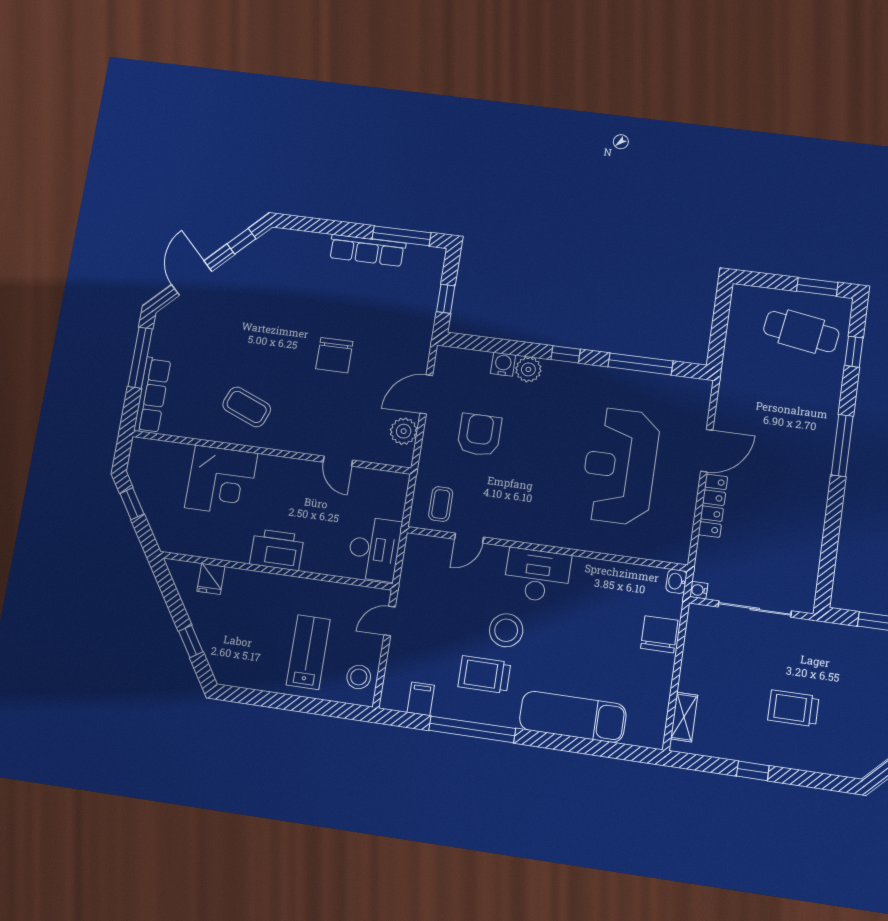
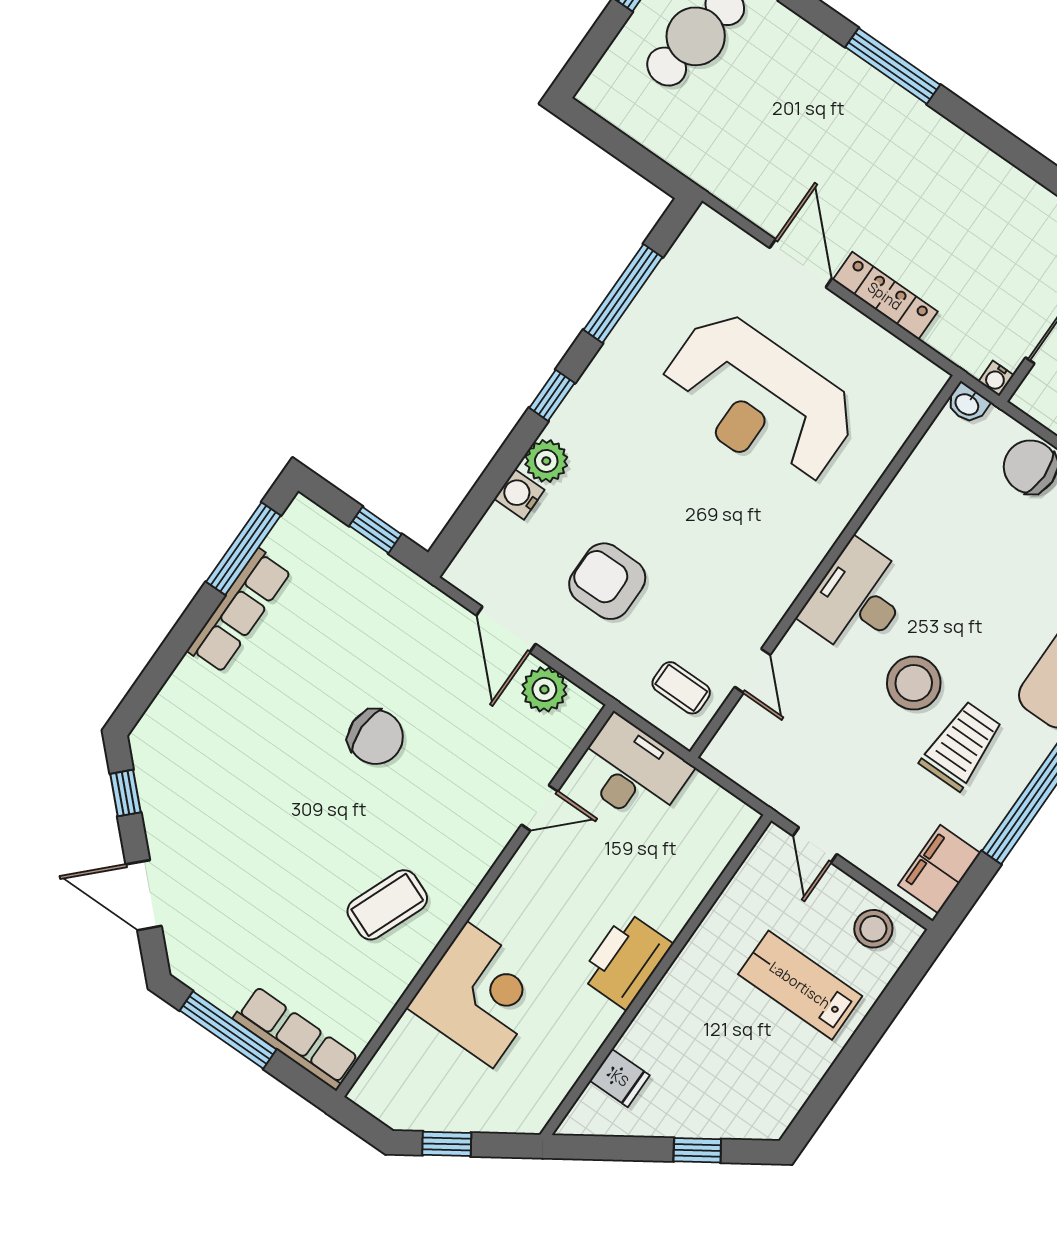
desk: (374, 549) -> (632, 771), moved
trolley: (484, 675) -> (961, 746), turned 180
filing cabinet: (421, 699) -> (939, 869), width x2.00

